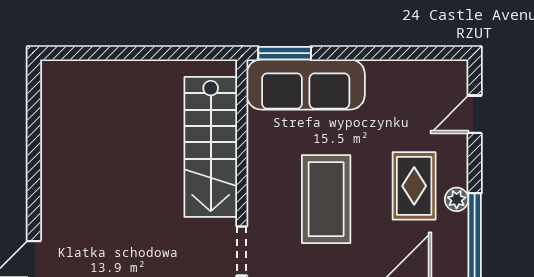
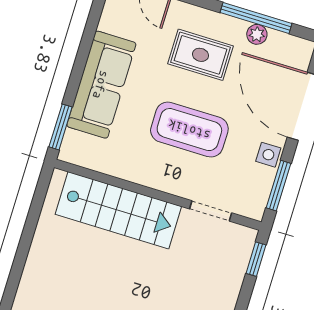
sofa: (306, 84) -> (101, 85), moved
plant: (457, 199) -> (257, 34), moved

